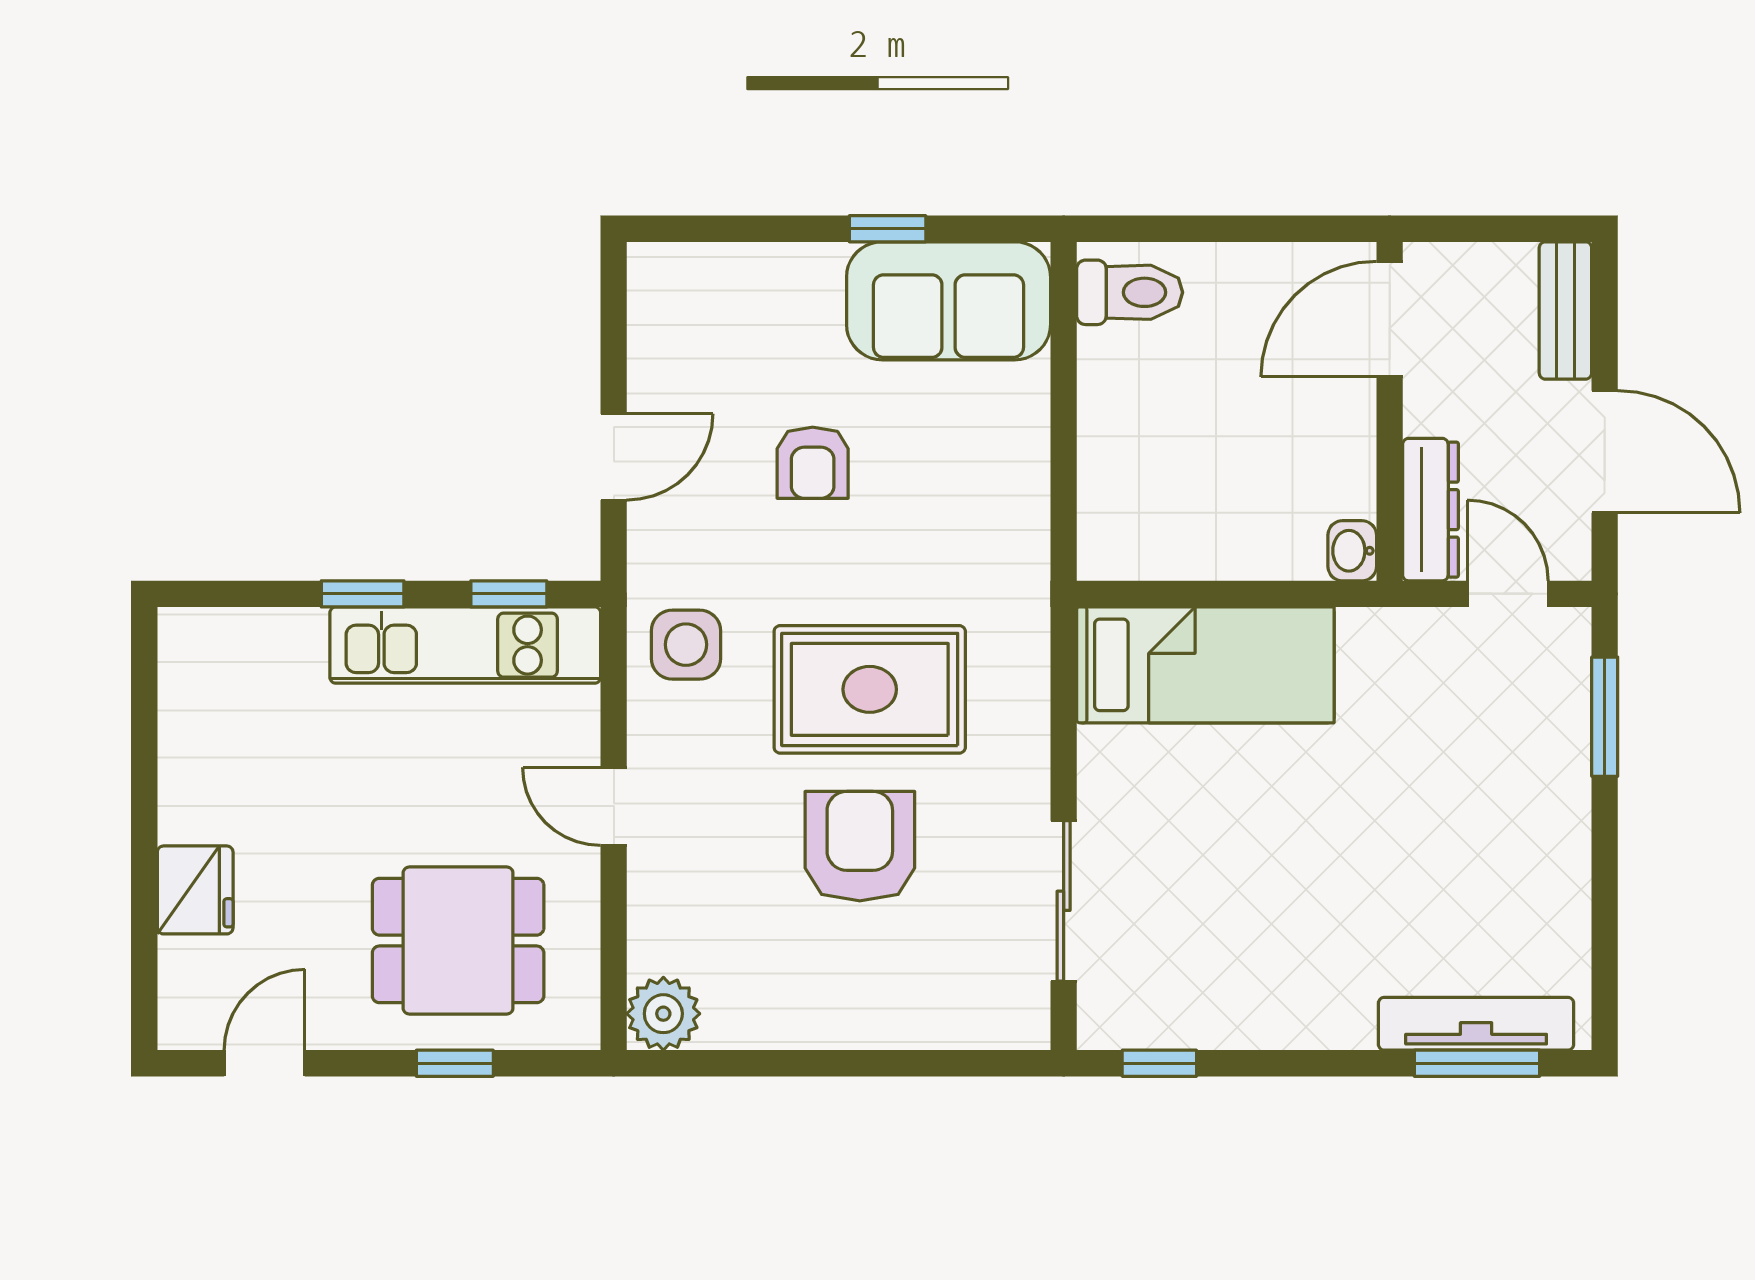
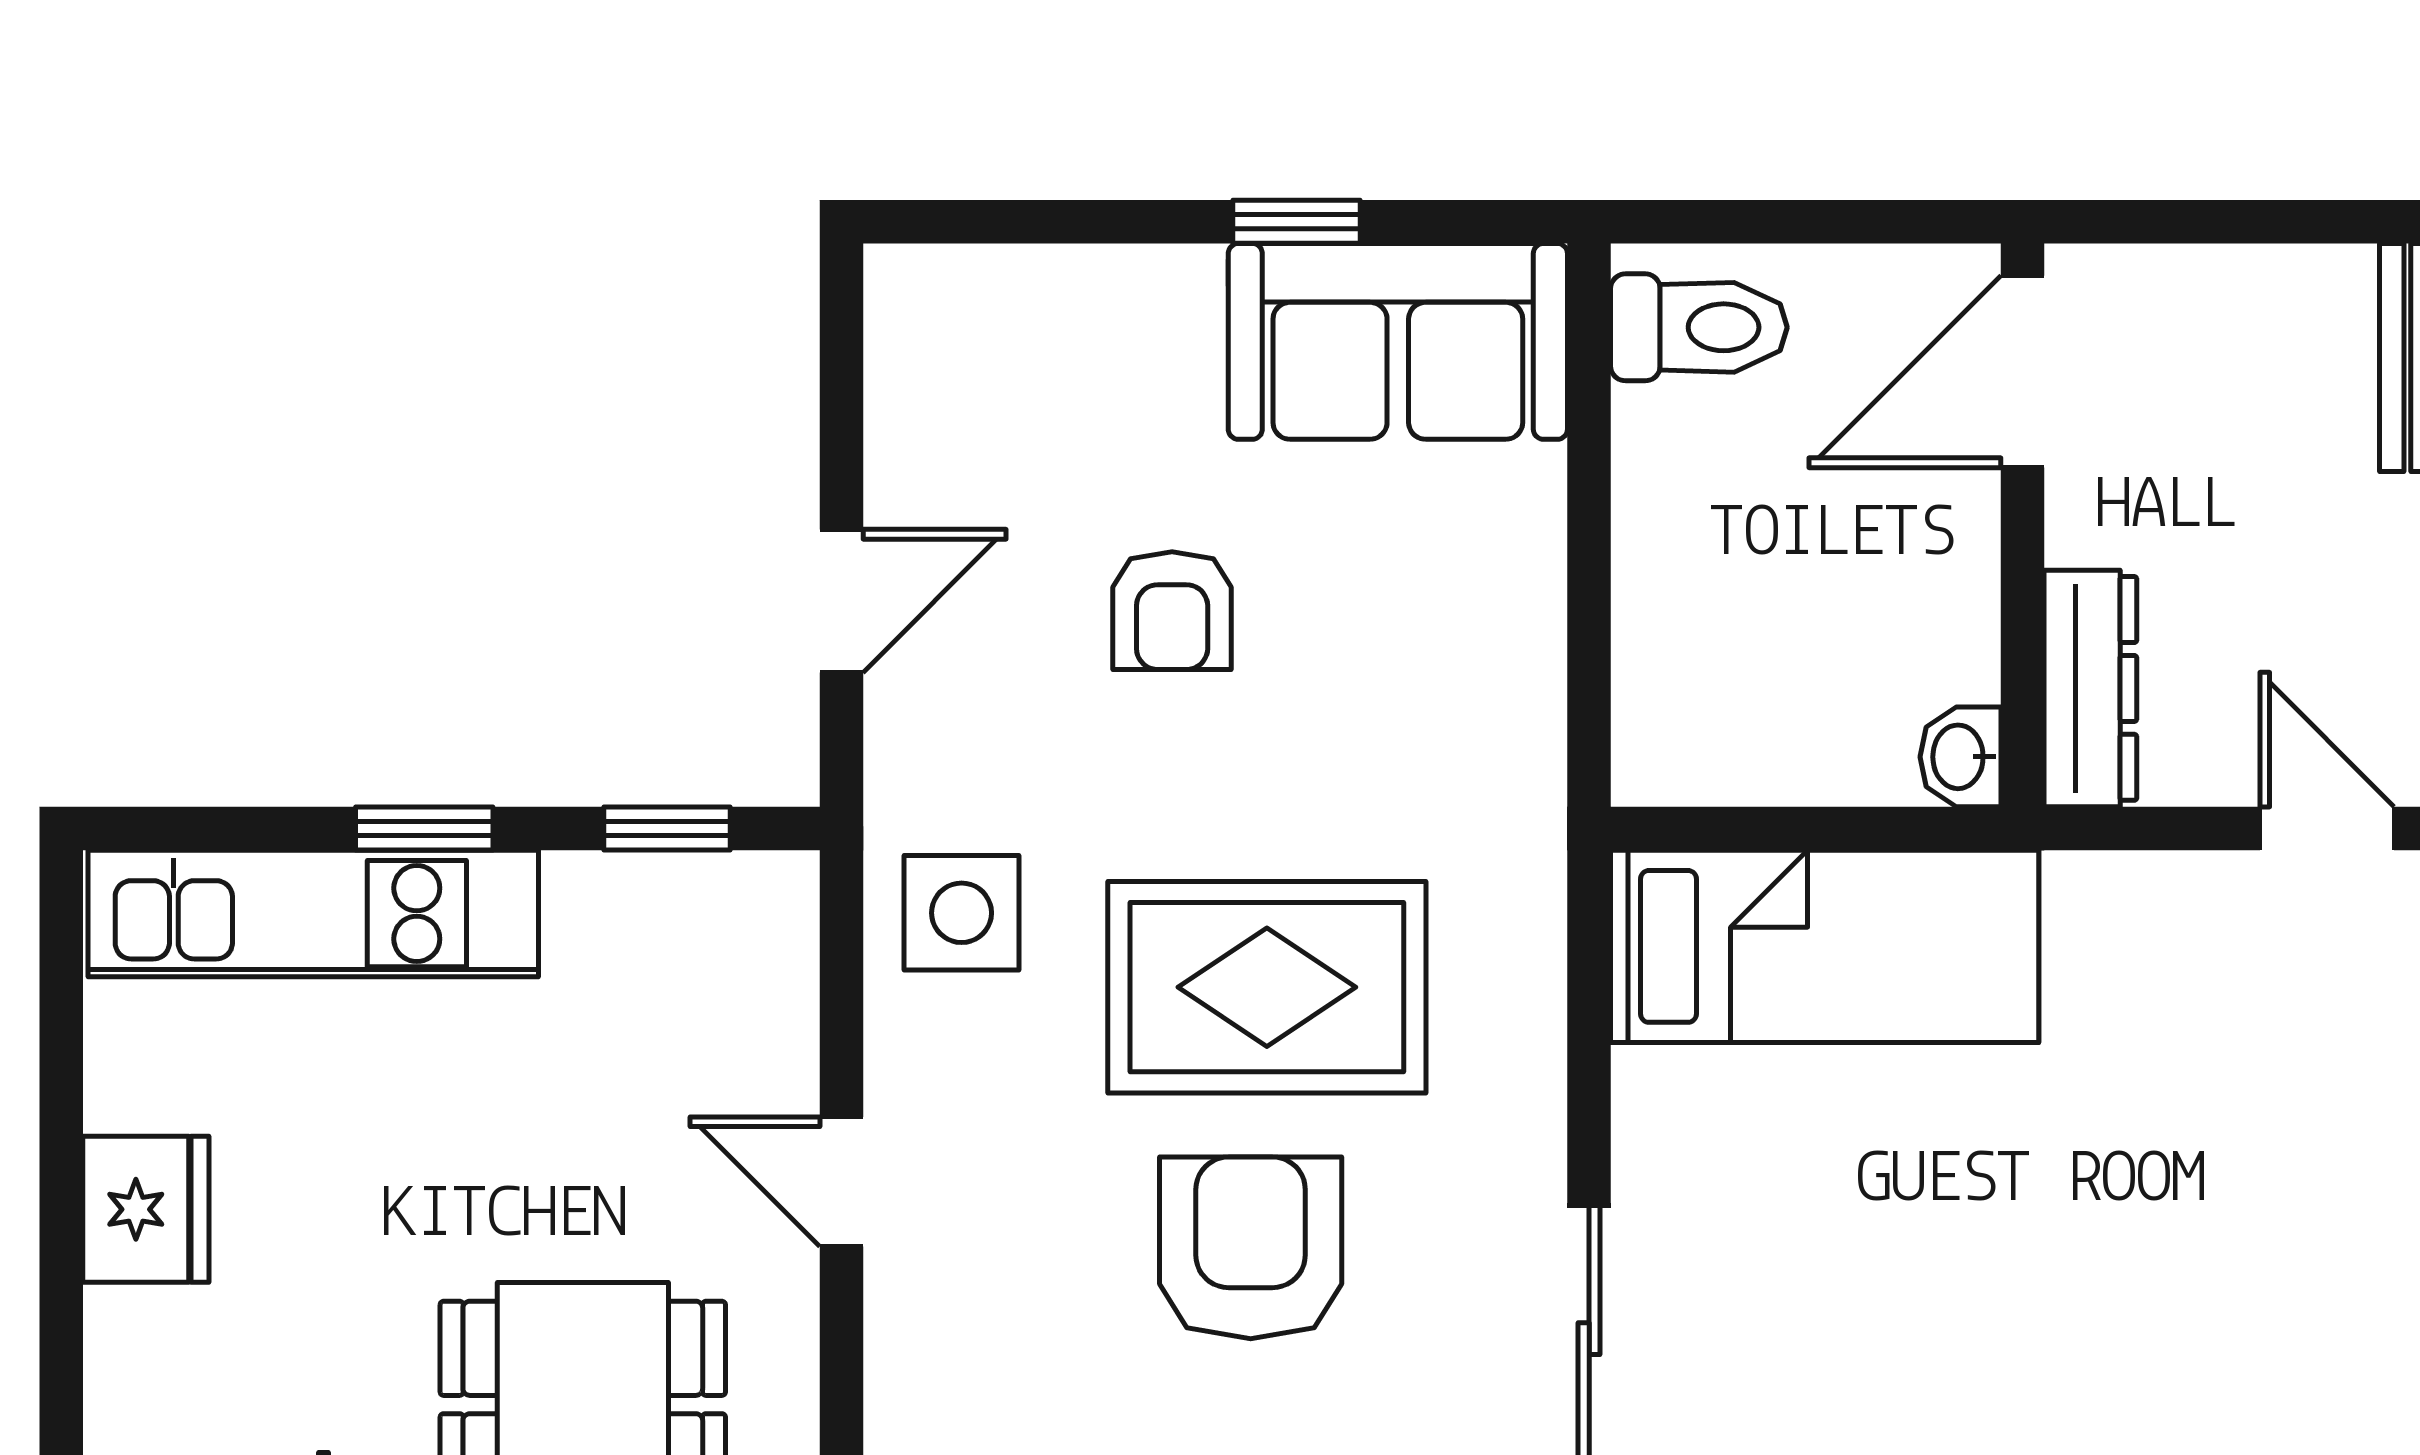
door: (1390, 319) -> (2022, 372), moved
wall: (1390, 411) -> (2022, 525), moved
dresser: (1430, 510) -> (2090, 688), moved
washbasin: (1352, 551) -> (1960, 757), moved
kitchen unit: (465, 645) -> (313, 914), moved
fridge: (195, 890) -> (146, 1209), moved

